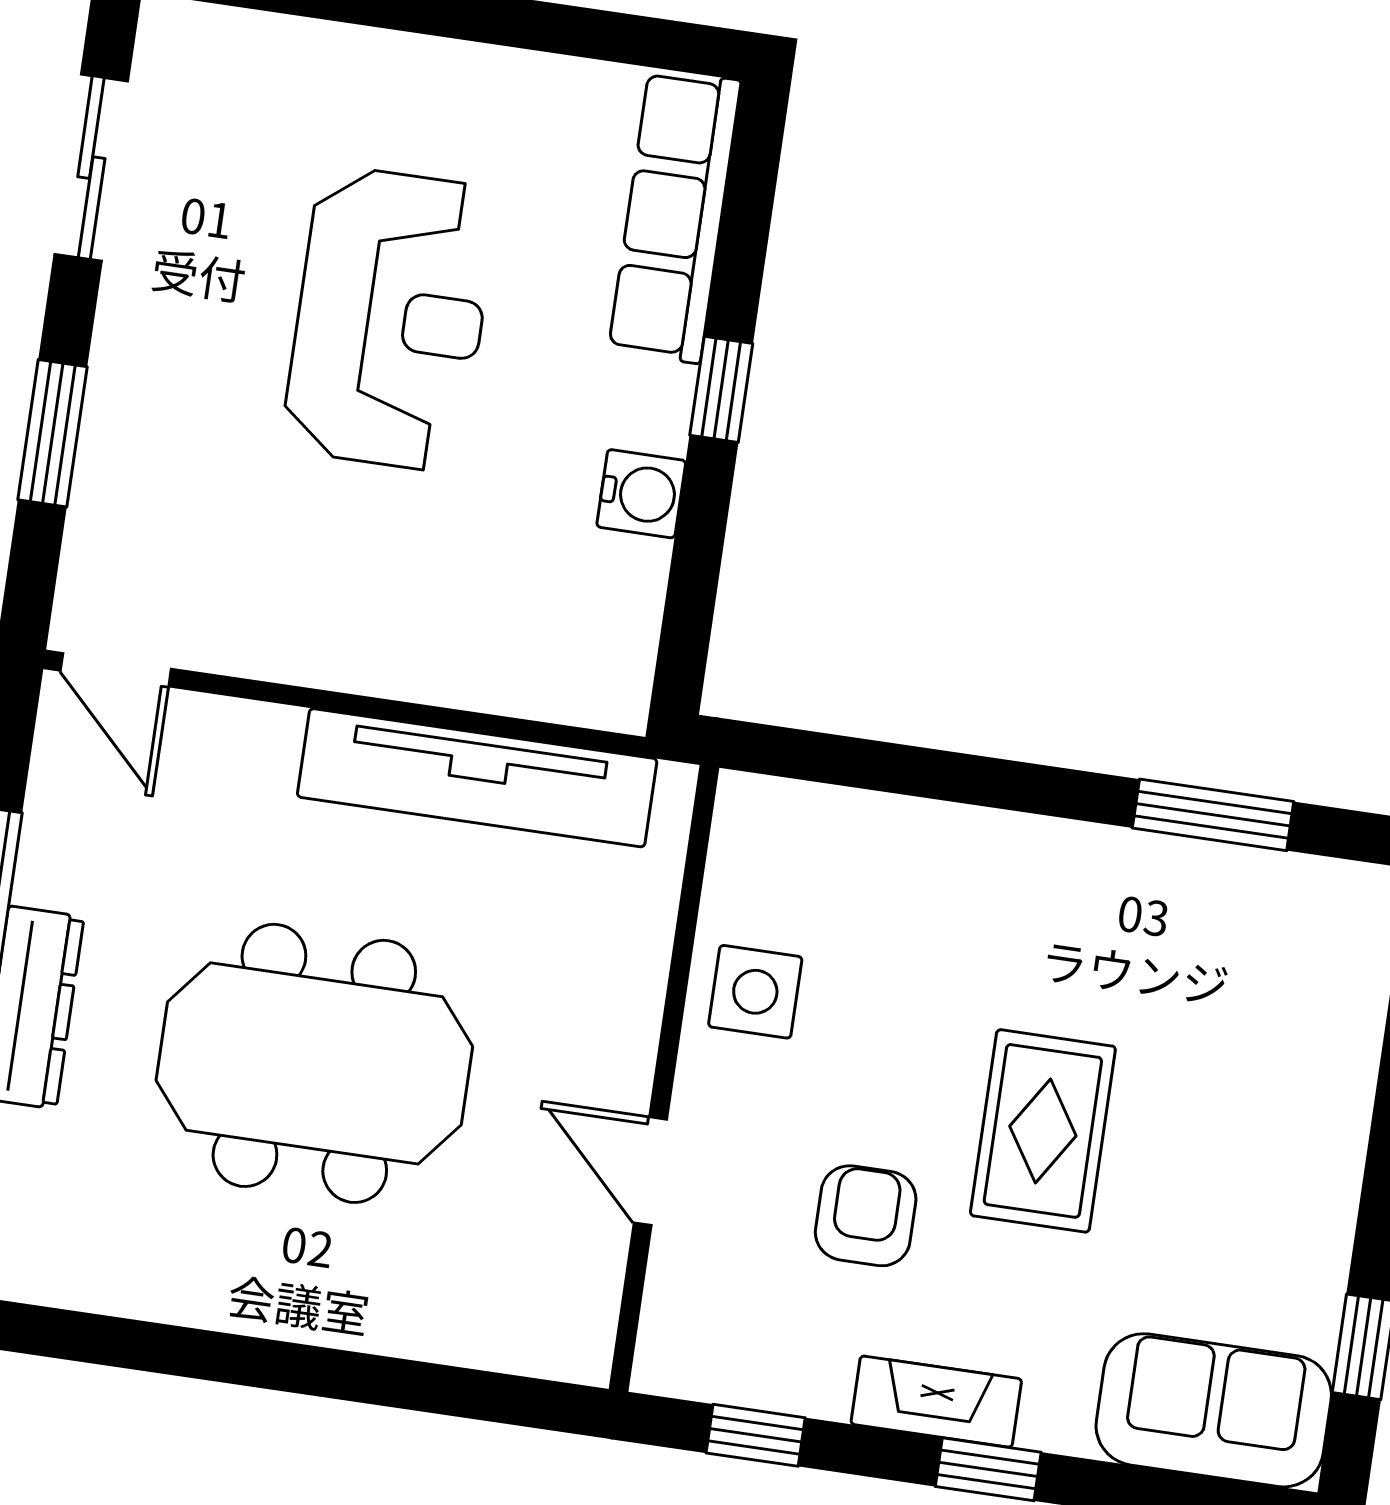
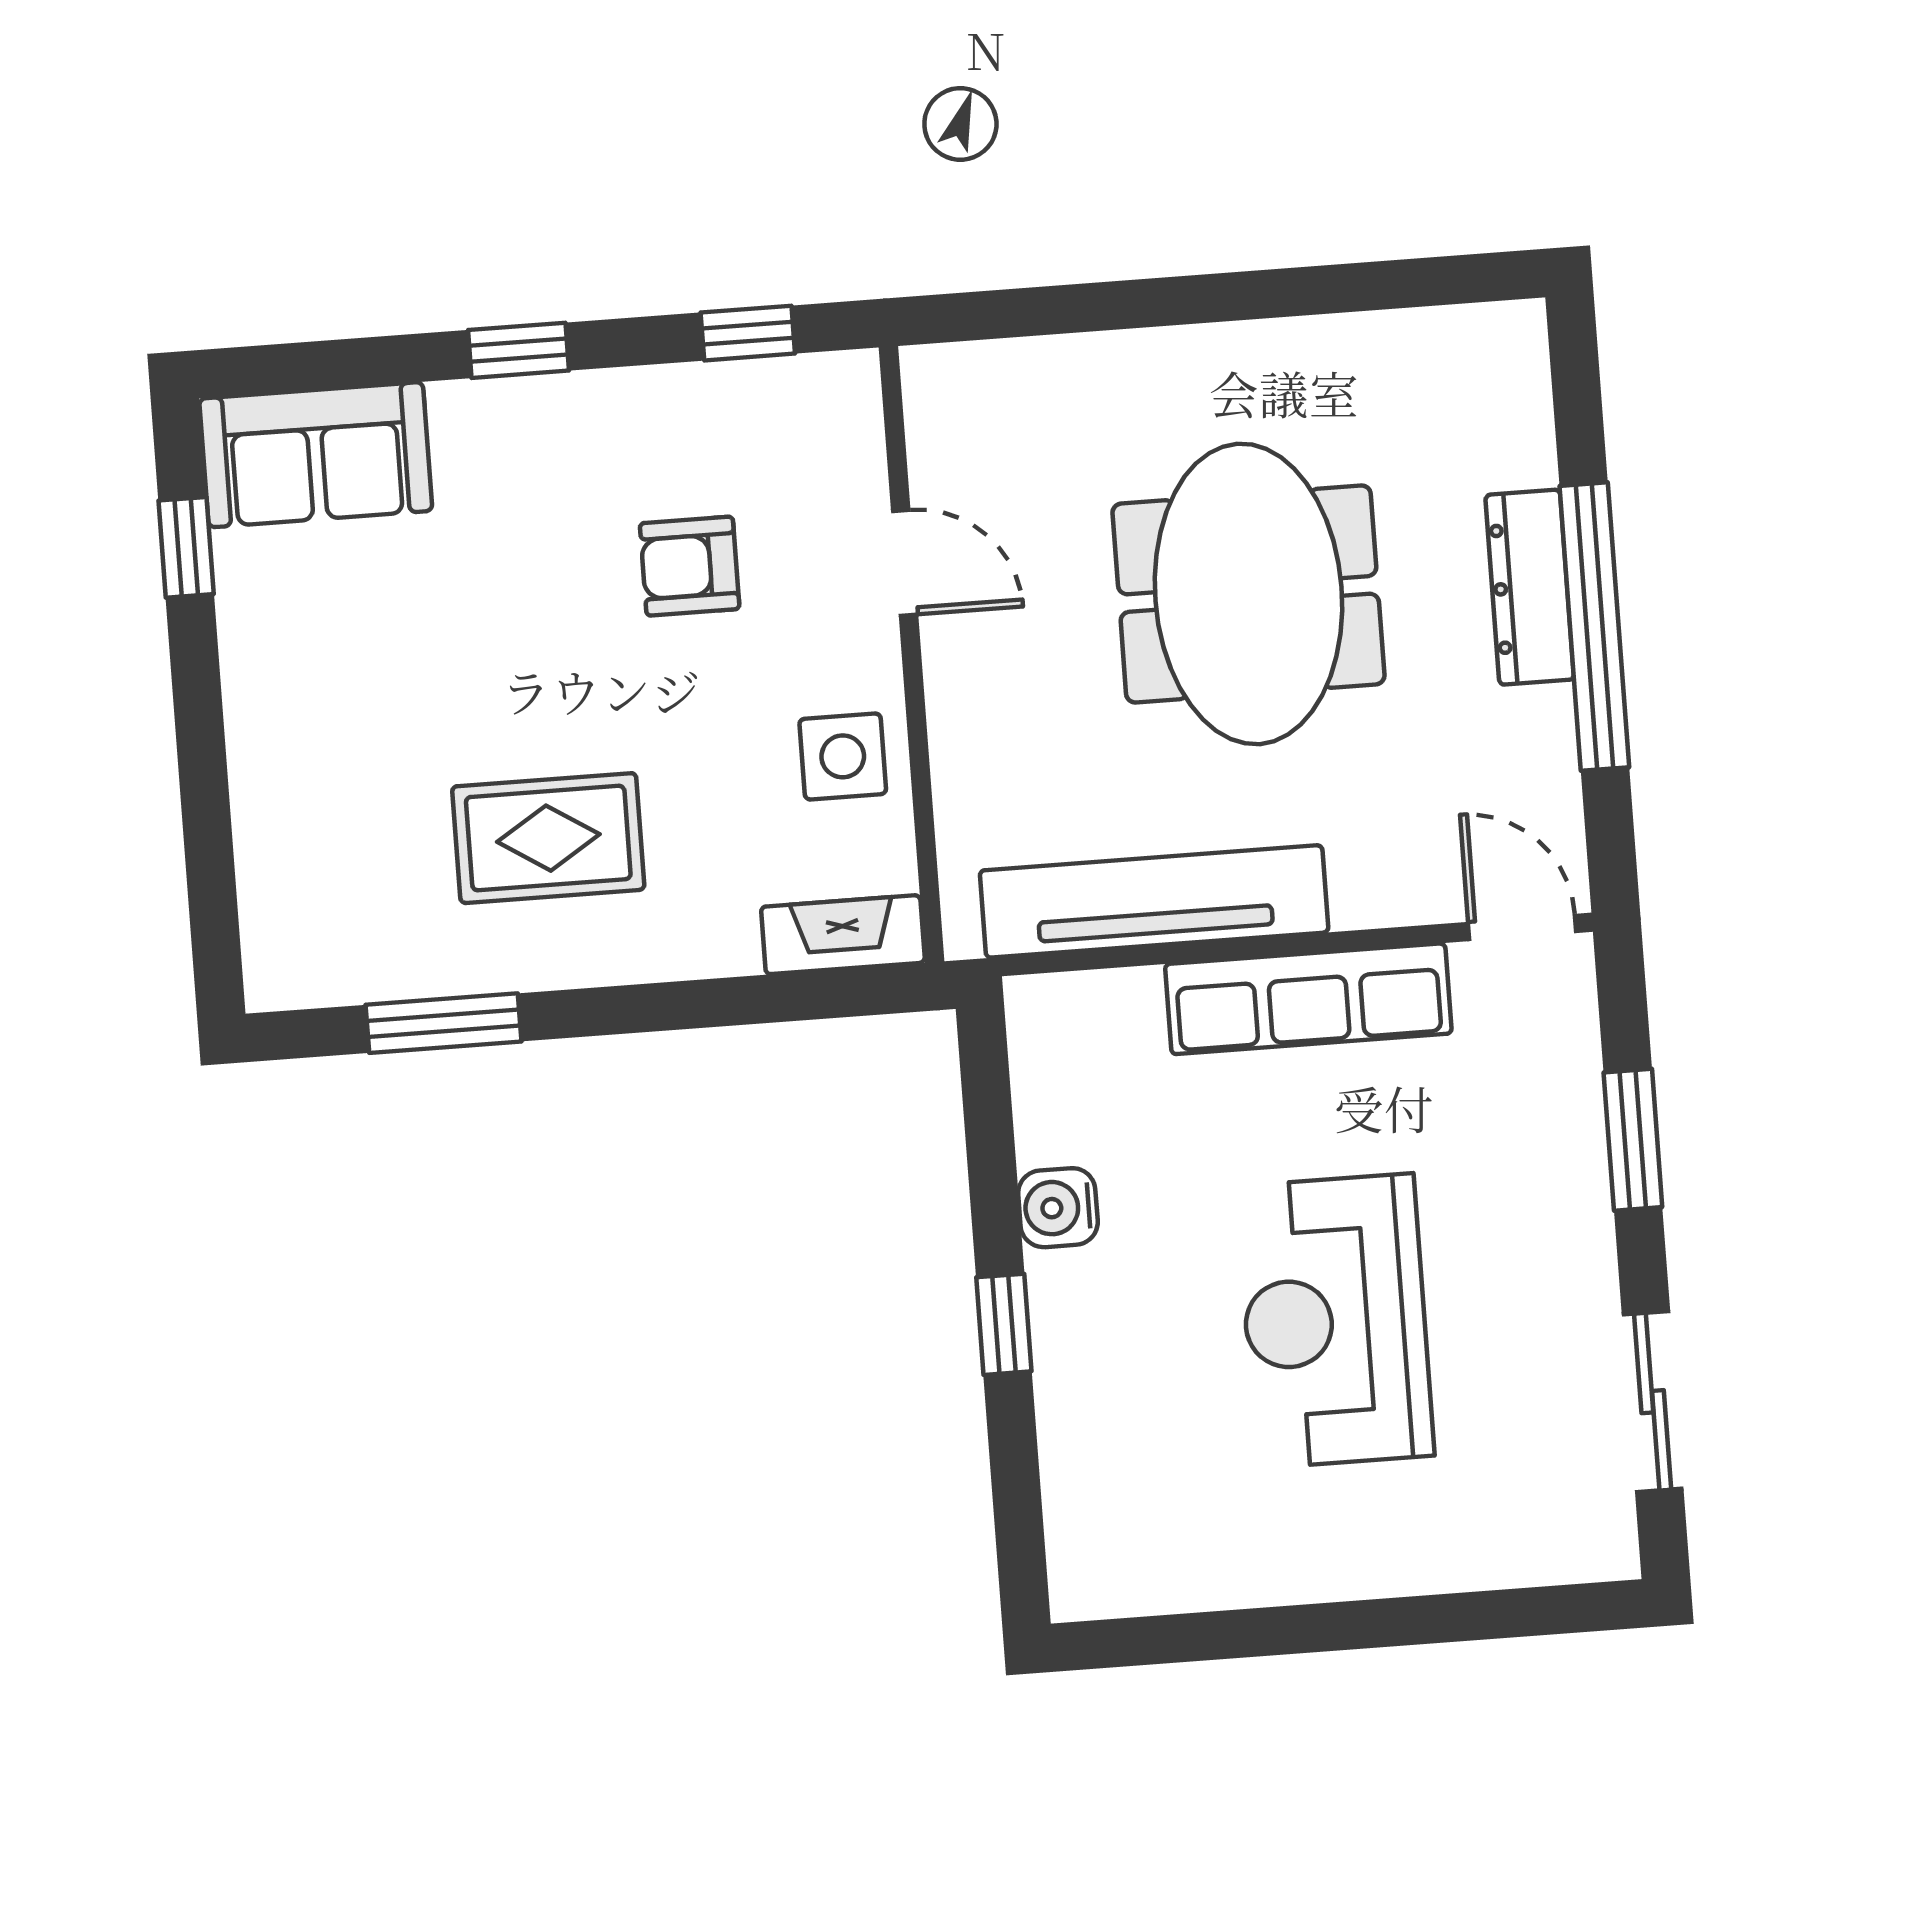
row of seats: (675, 216) -> (1308, 999), moved, turned 90
meeting table: (314, 1063) -> (1248, 594), turned 90
rug: (1043, 1131) -> (548, 838), moved, turned 90
armchair: (866, 1216) -> (690, 566), turned 90
fireplace: (936, 1402) -> (843, 935), moved, turned 180

